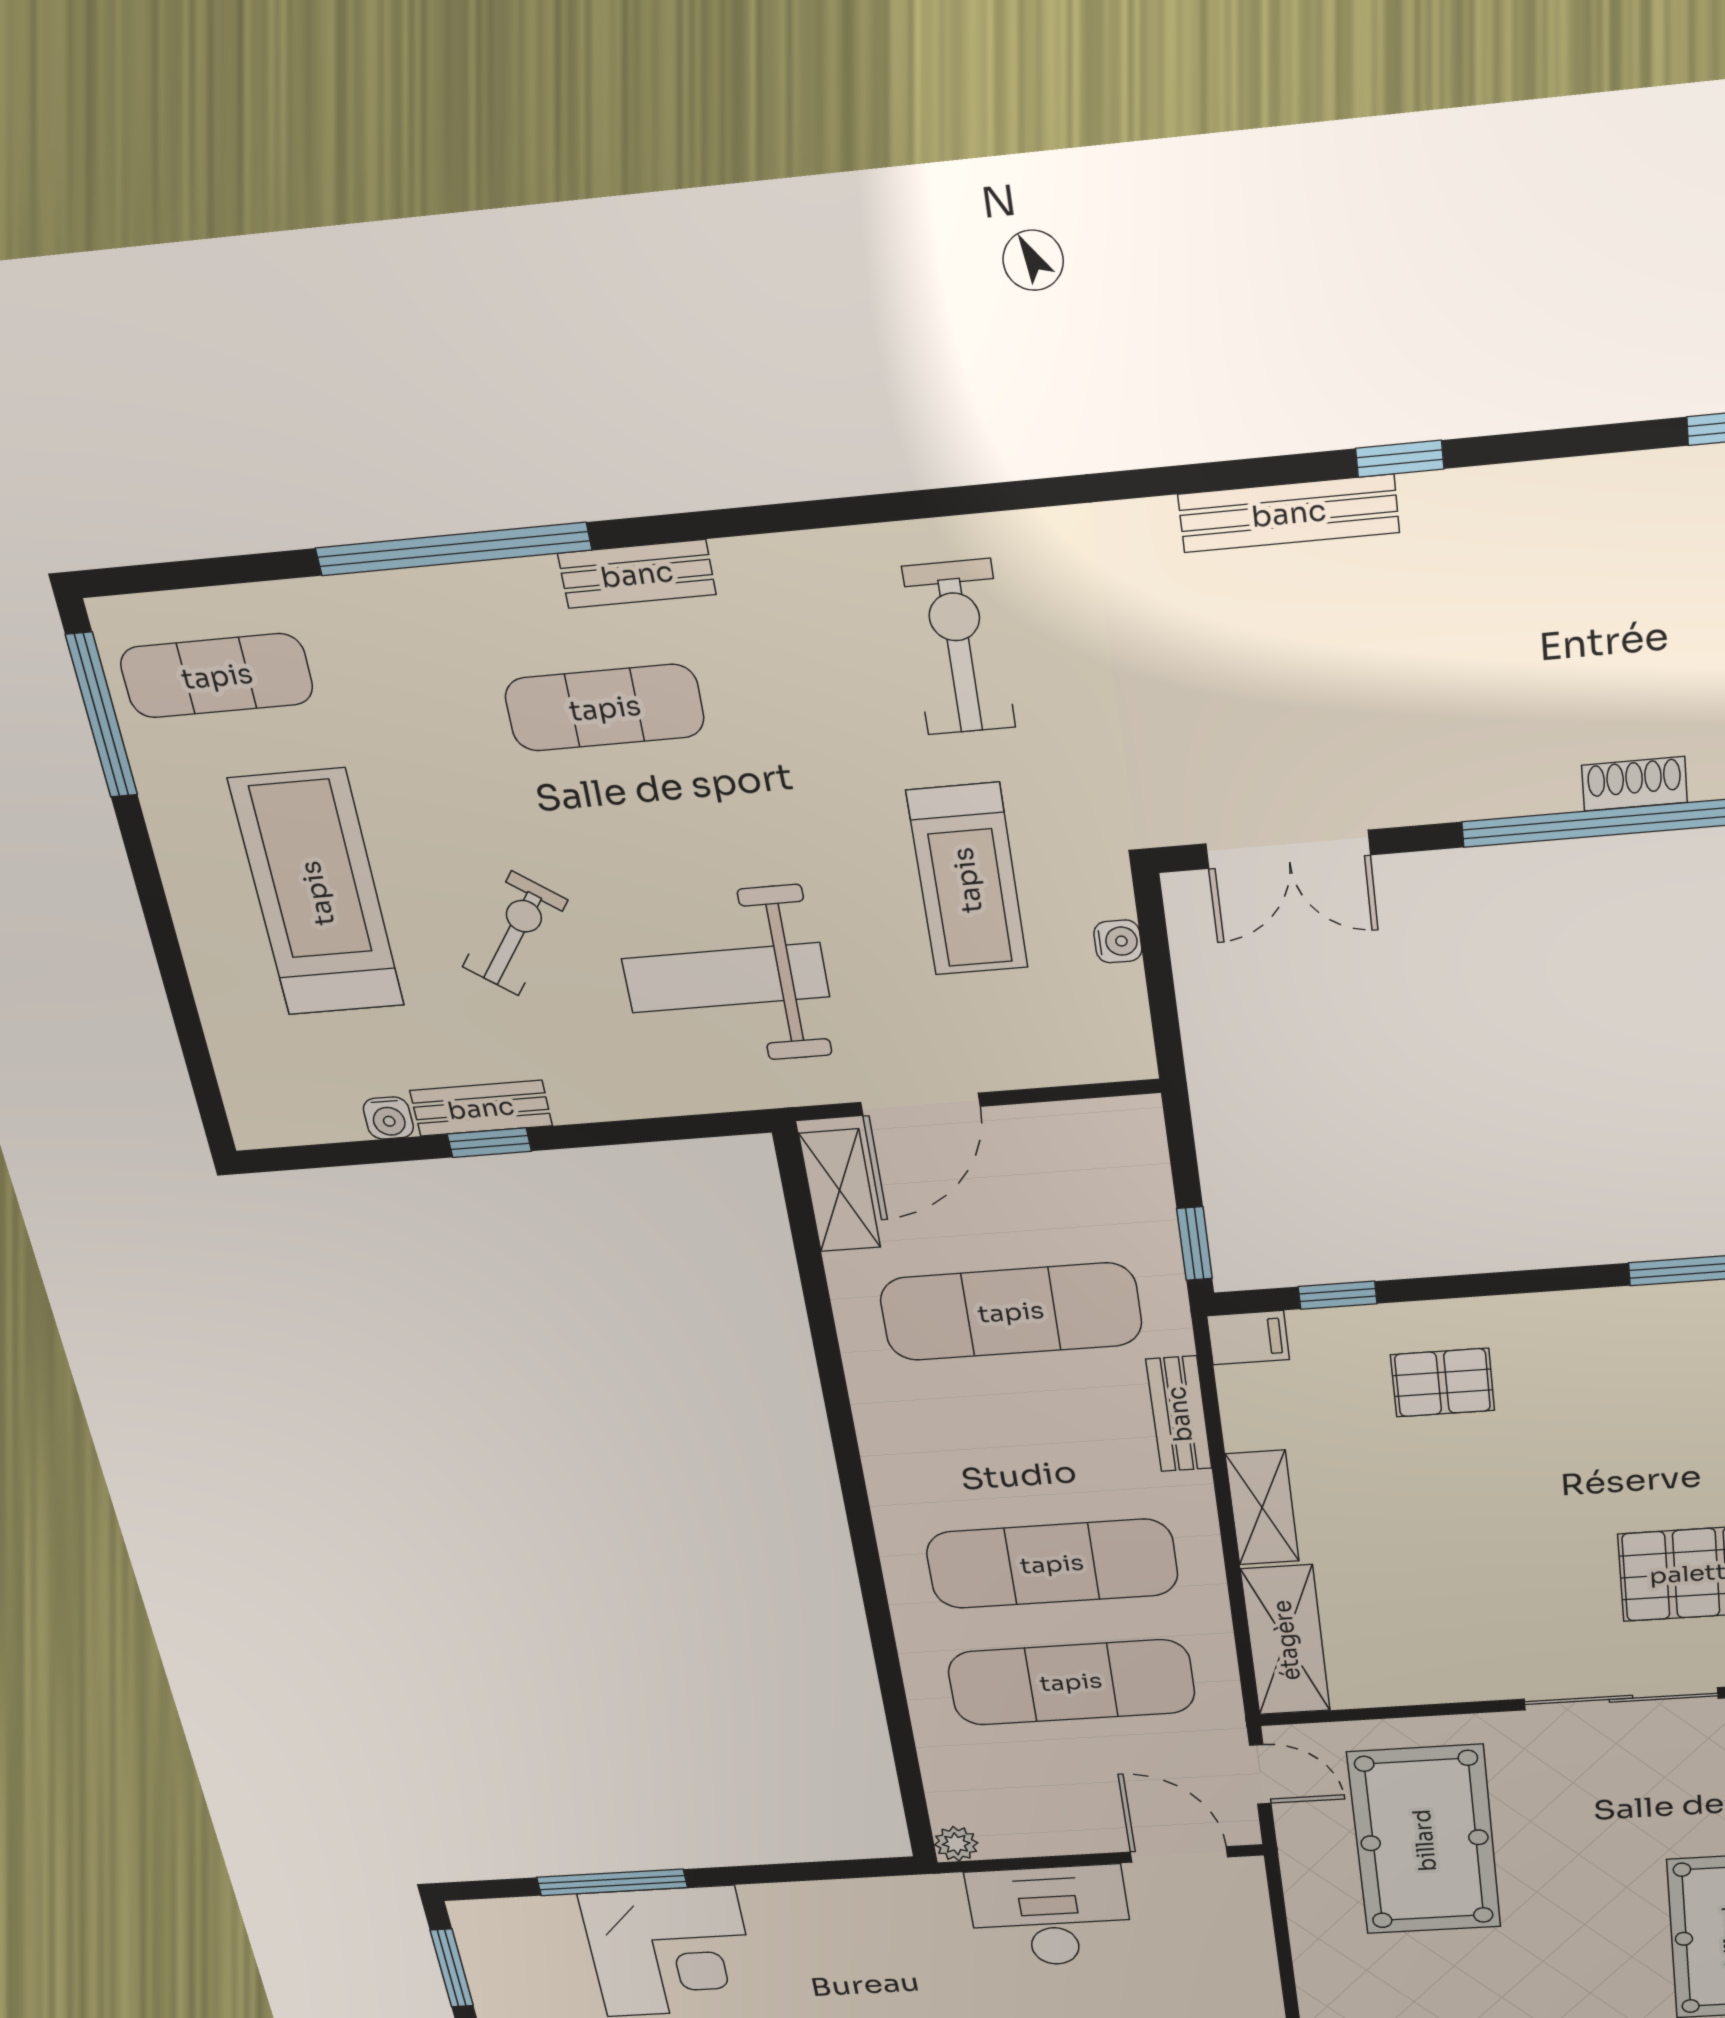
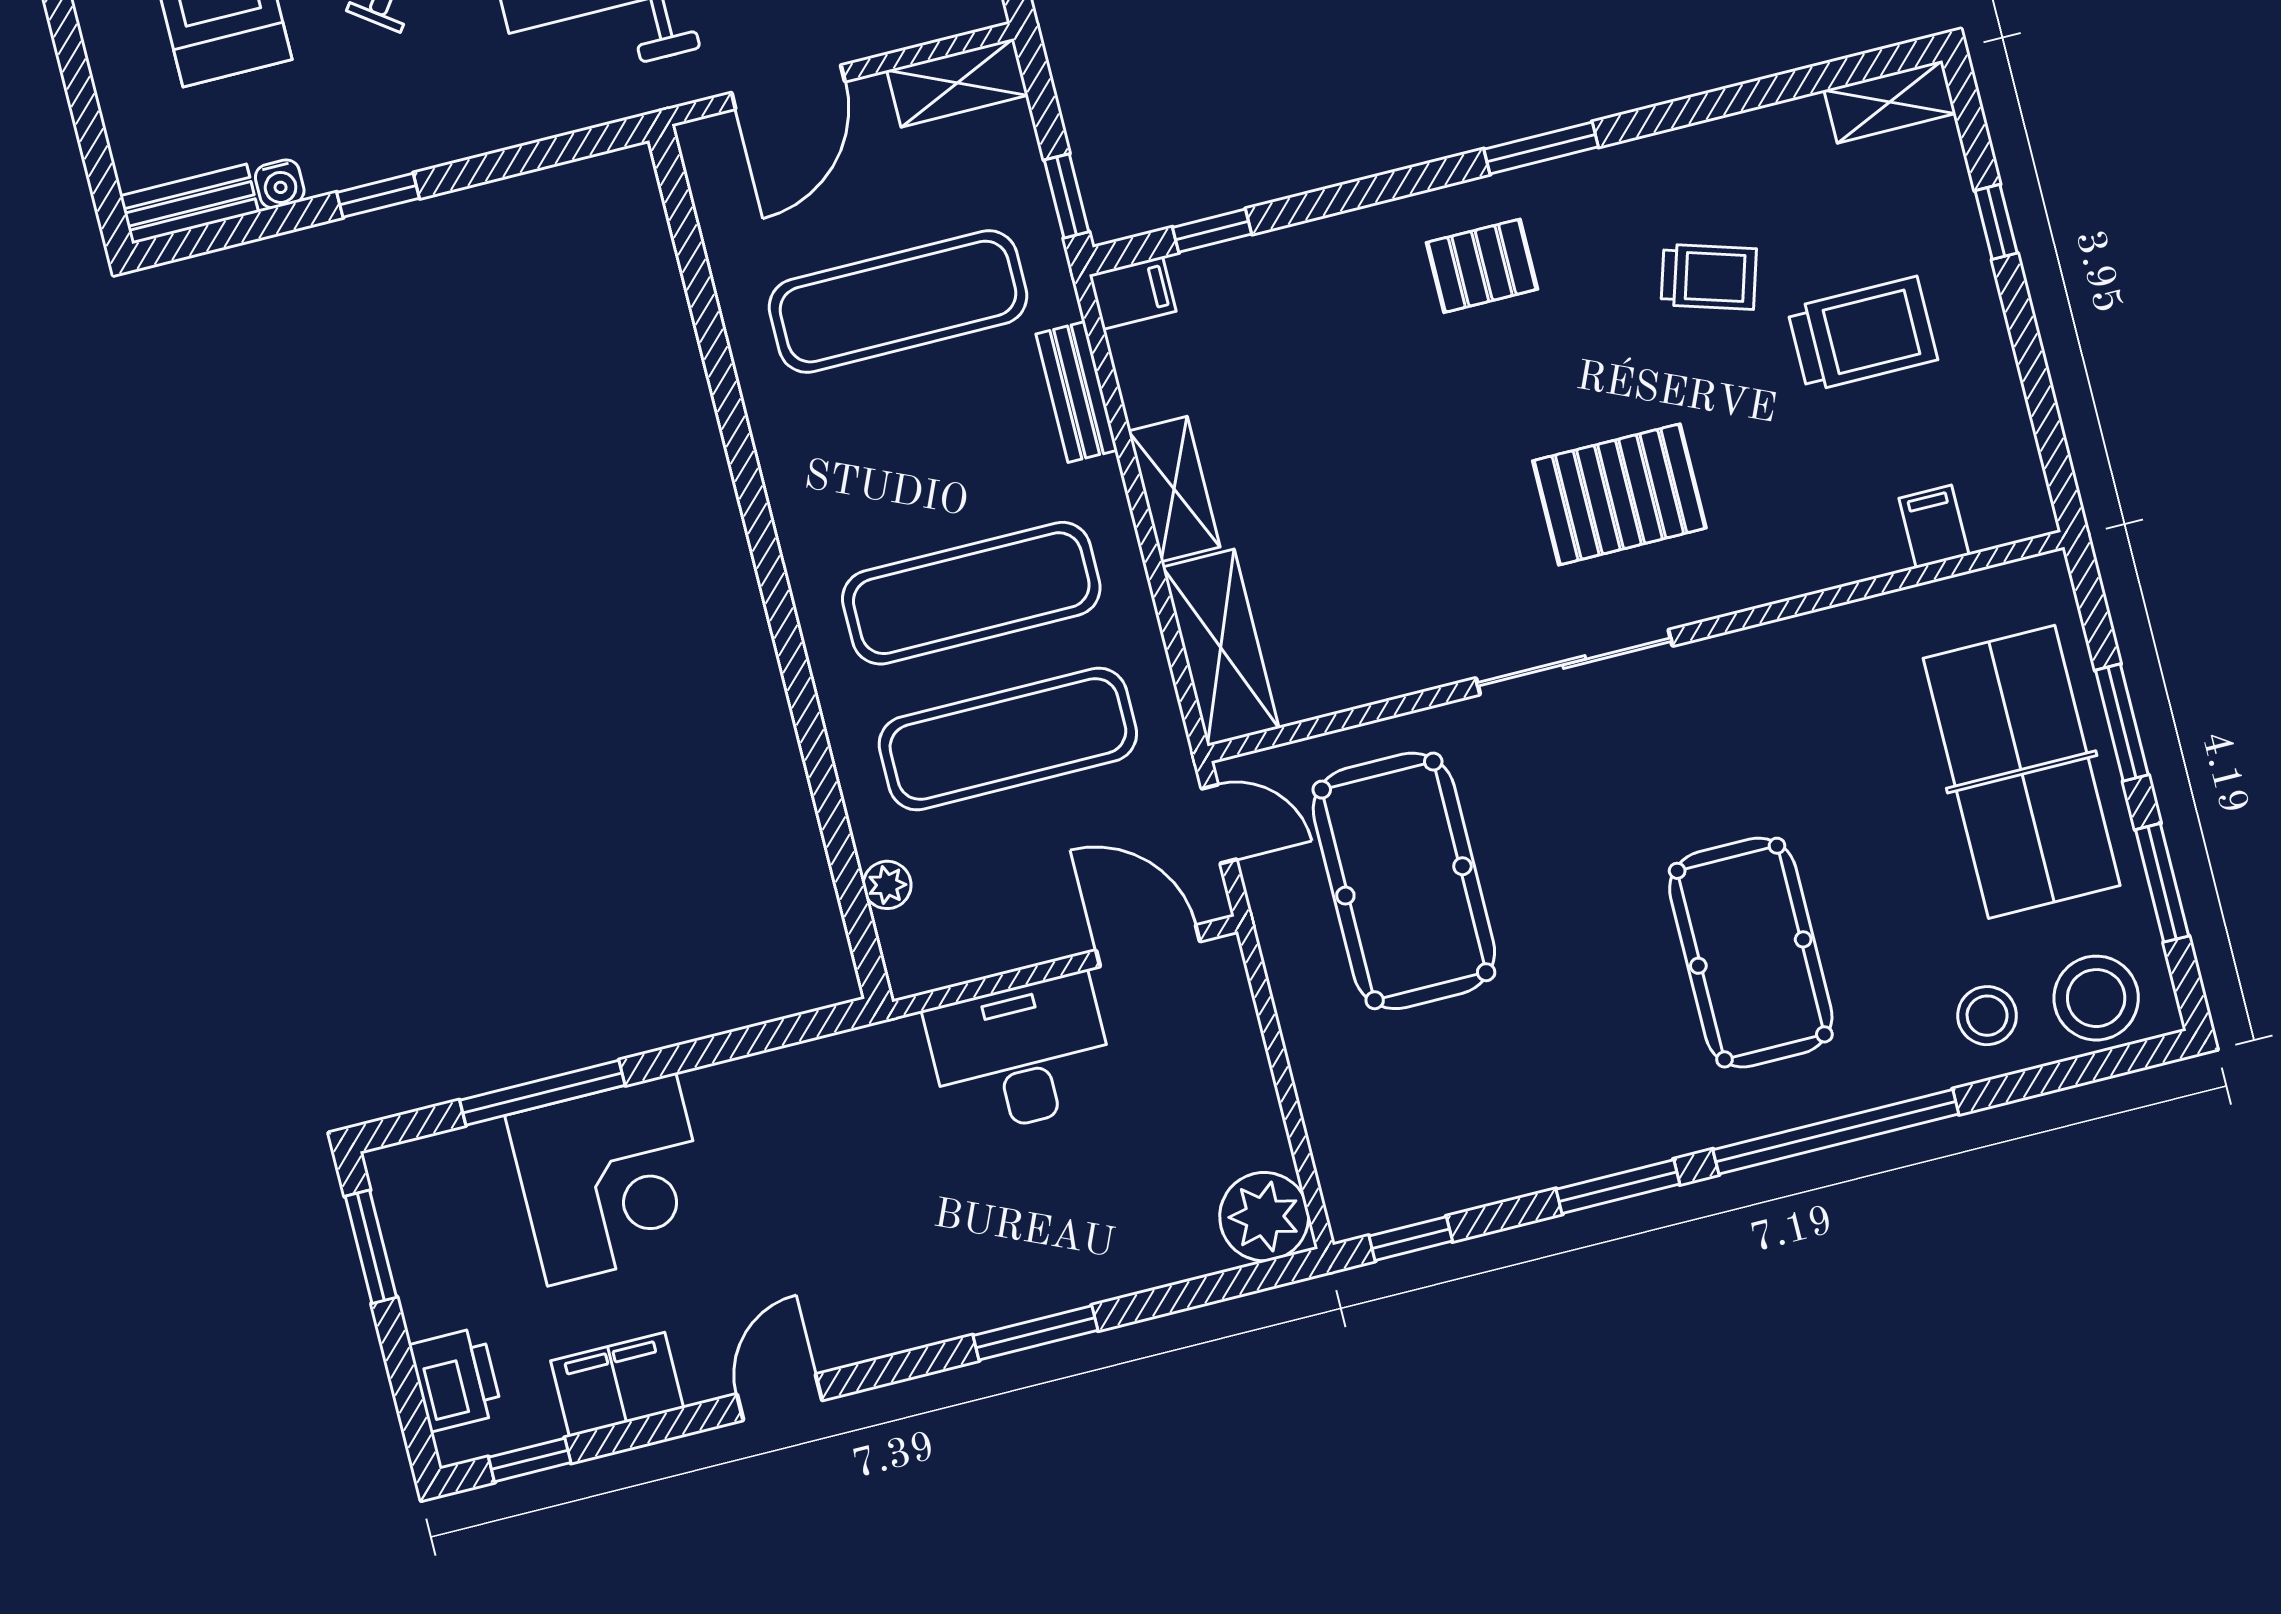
bench: (481, 1108) -> (189, 204), moved
shelving: (840, 1191) -> (957, 83), moved, turned 90
pallet: (1442, 1383) -> (1482, 266), moved
plant: (956, 1844) -> (887, 885), moved

